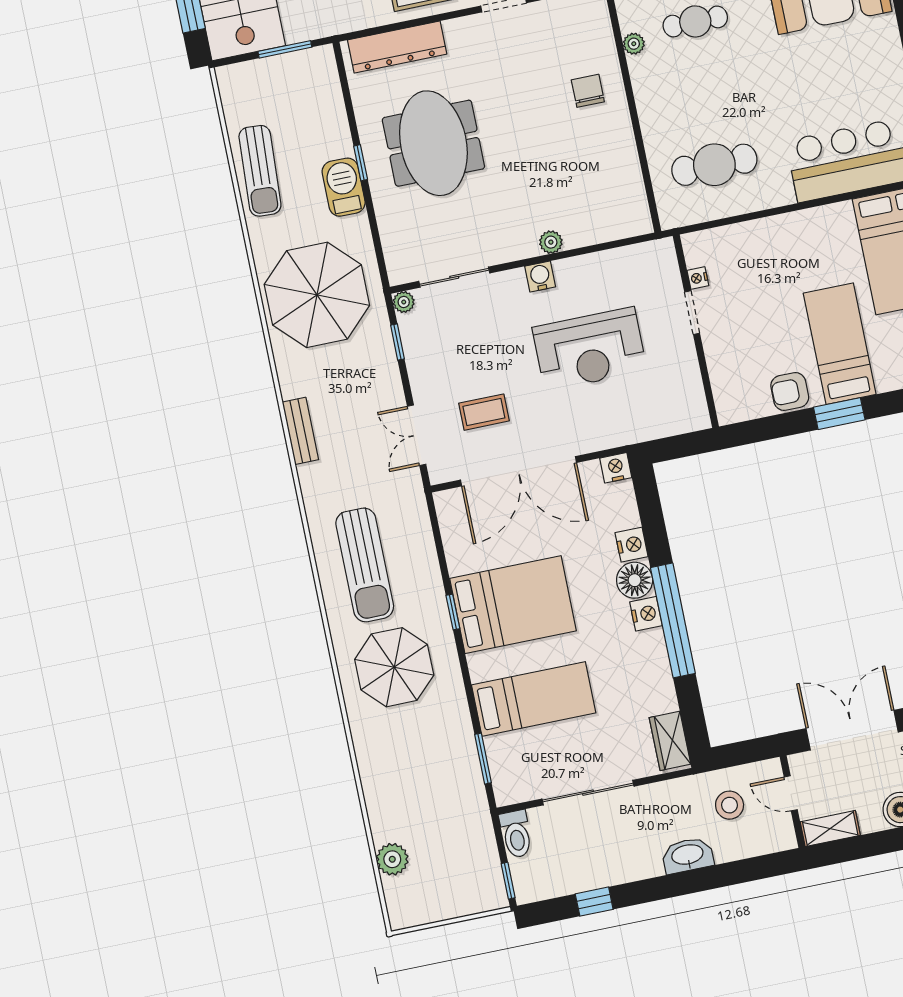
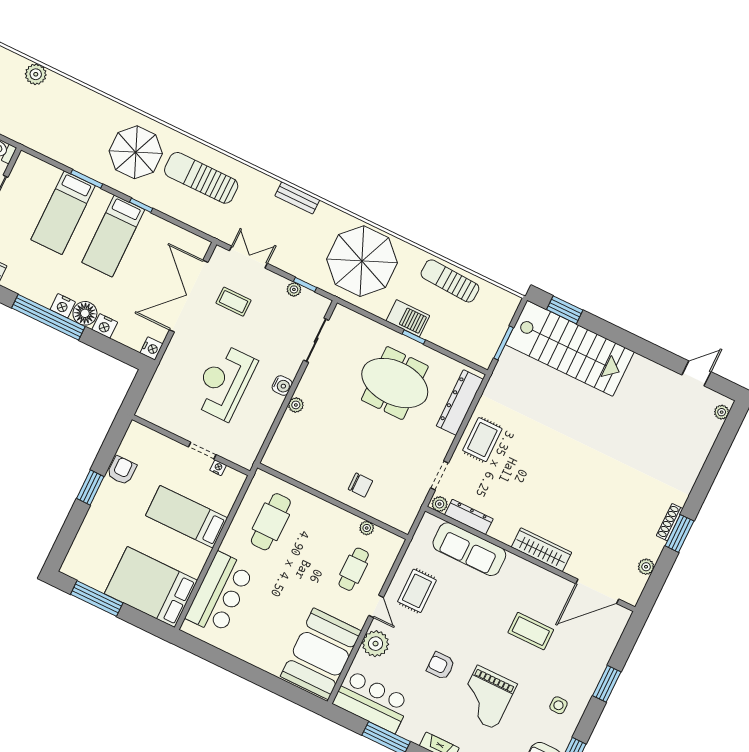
plant: (404, 302) -> (294, 289), moved
bed: (840, 344) -> (187, 517), moved, turned 180
coffee table: (484, 412) -> (234, 302), turned 90
bed: (513, 605) -> (113, 236), width x0.67
window: (483, 759) -> (87, 179), moved

